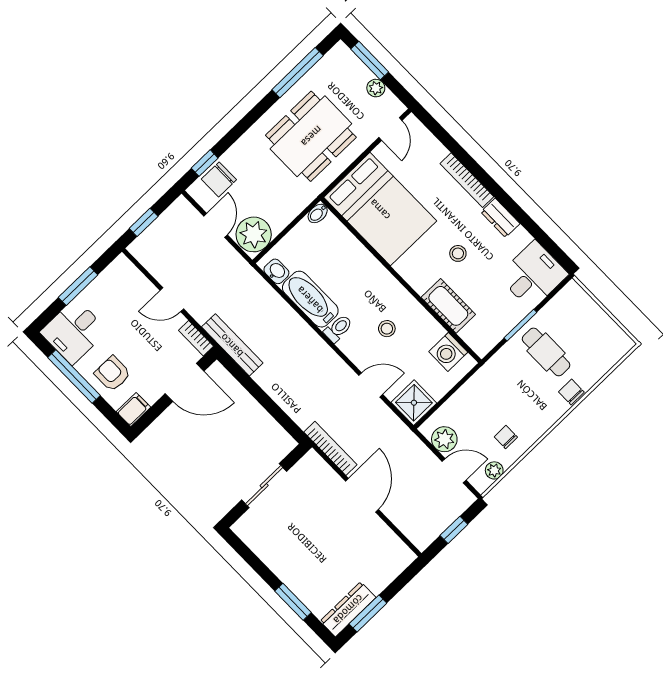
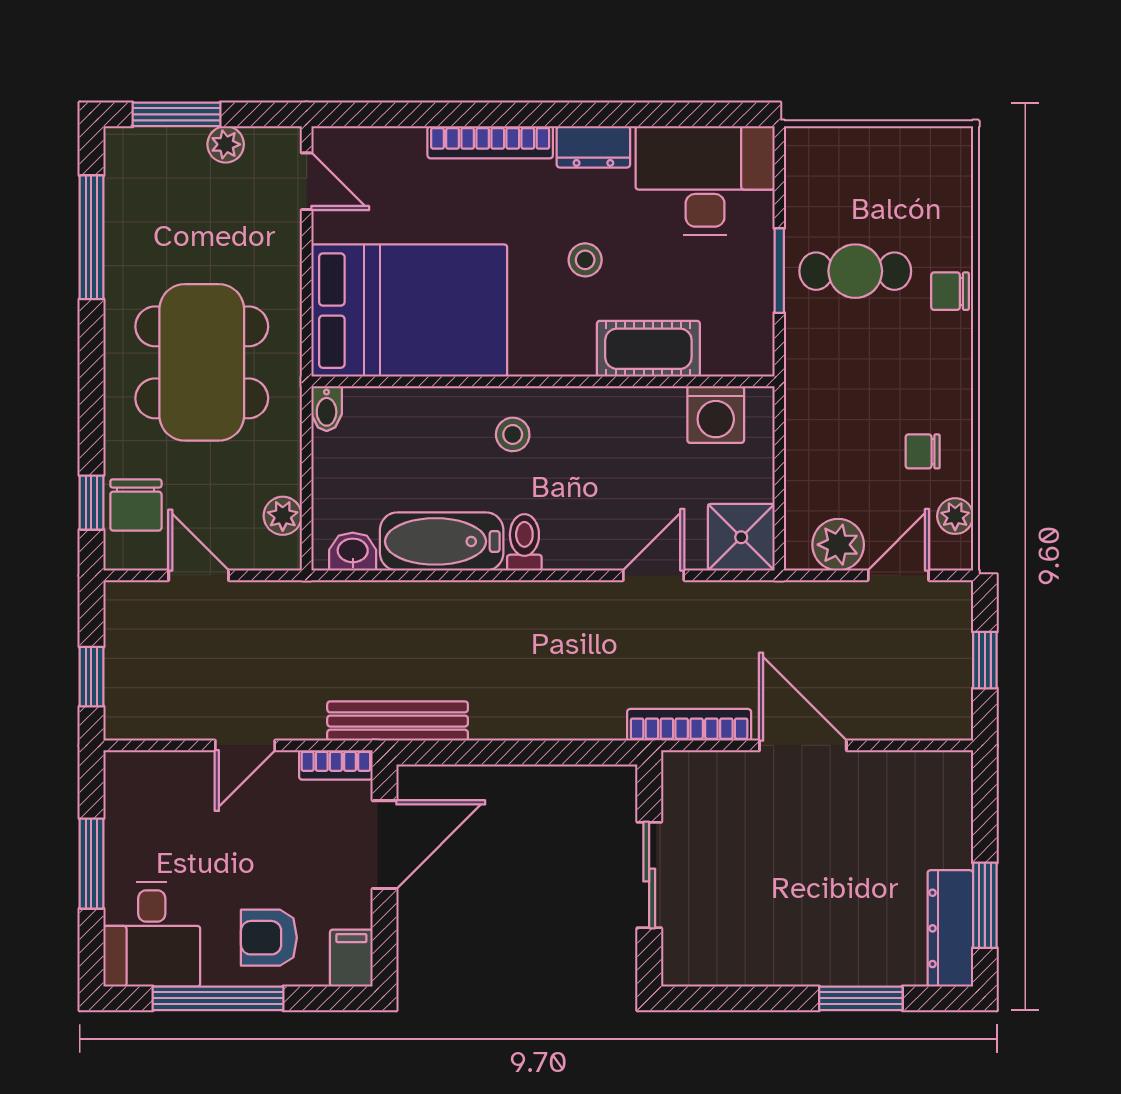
dining table: (311, 136) -> (202, 362), moved
plant: (254, 234) -> (283, 516), width x0.53, depth x0.53
desk: (533, 275) -> (705, 181), width x1.37
stool: (387, 329) -> (513, 434), moved

